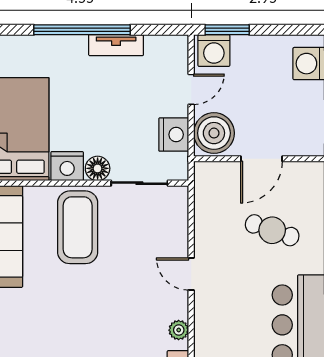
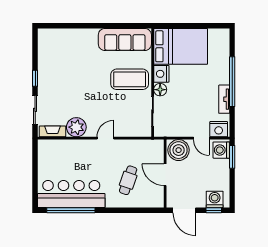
nightstand: (174, 135) -> (219, 129), moved
plant: (179, 330) -> (76, 127), width x1.88, depth x1.88

